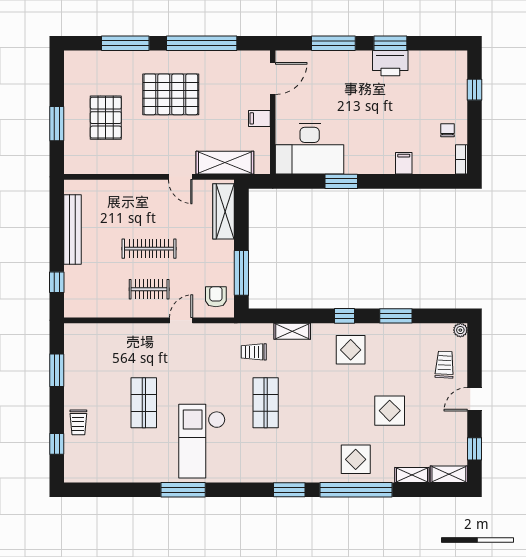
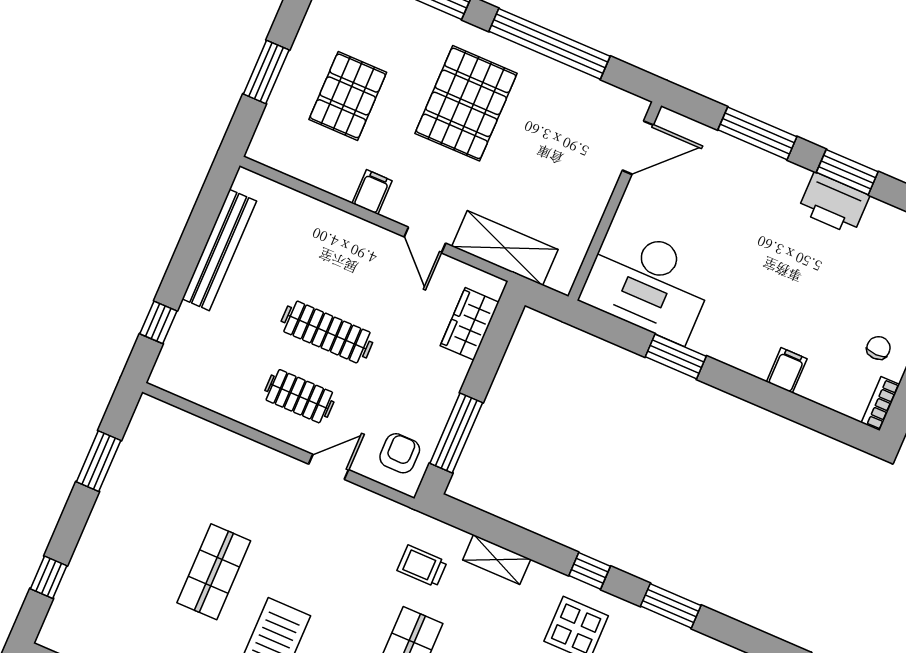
pallet: (171, 94) -> (466, 103), turned 90
filing cabinet: (259, 118) -> (372, 192), moved, turned 90
wardrobe: (224, 211) -> (470, 324), width x0.67
trolley: (78, 422) -> (98, 558), removed

